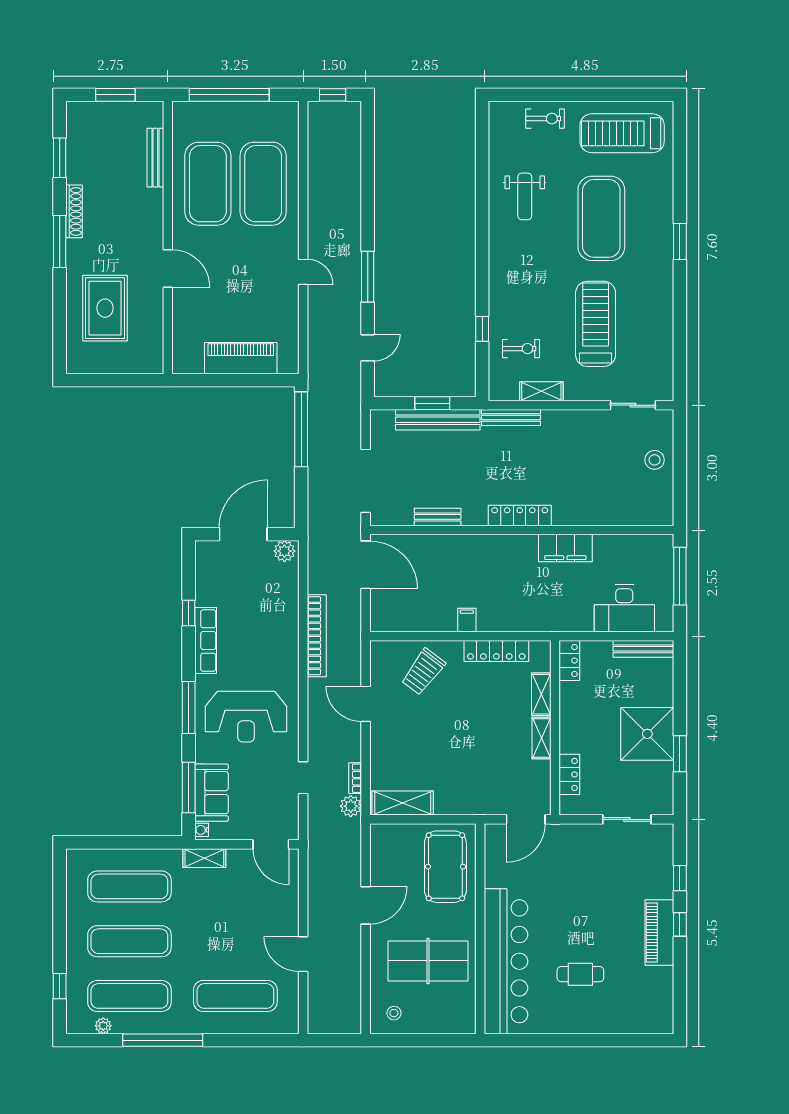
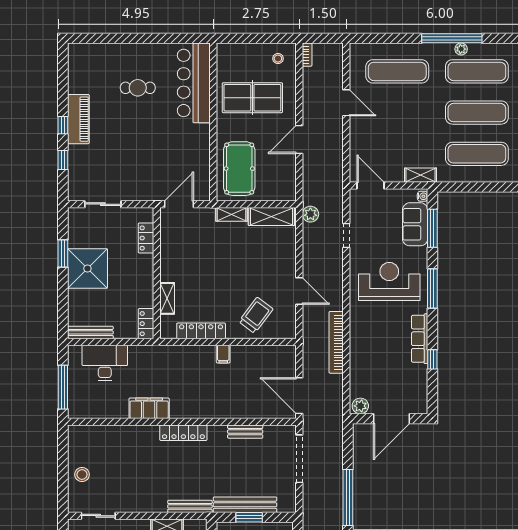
shelving: (542, 738) -> (232, 214), moved, turned 90
bookcase: (355, 778) -> (307, 55), moved
bar counter: (506, 961) -> (194, 83), width x0.73
plant: (103, 1026) -> (461, 49), moved

